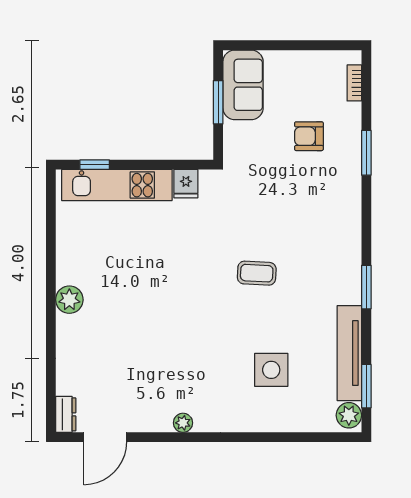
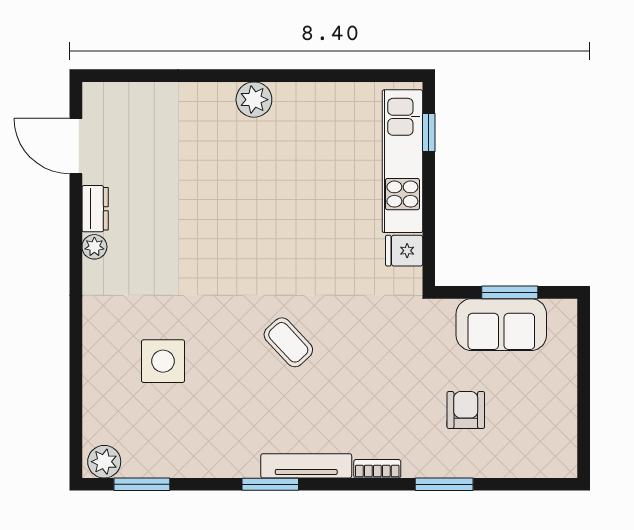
bookcase: (354, 83) -> (377, 469), moved
sofa: (243, 85) -> (501, 325), moved
coffee table: (257, 273) -> (288, 342), turned -46
tv unit: (349, 353) -> (306, 466), moved, width x0.73, depth x0.78
dresser: (66, 414) -> (95, 209), moved, turned -90

